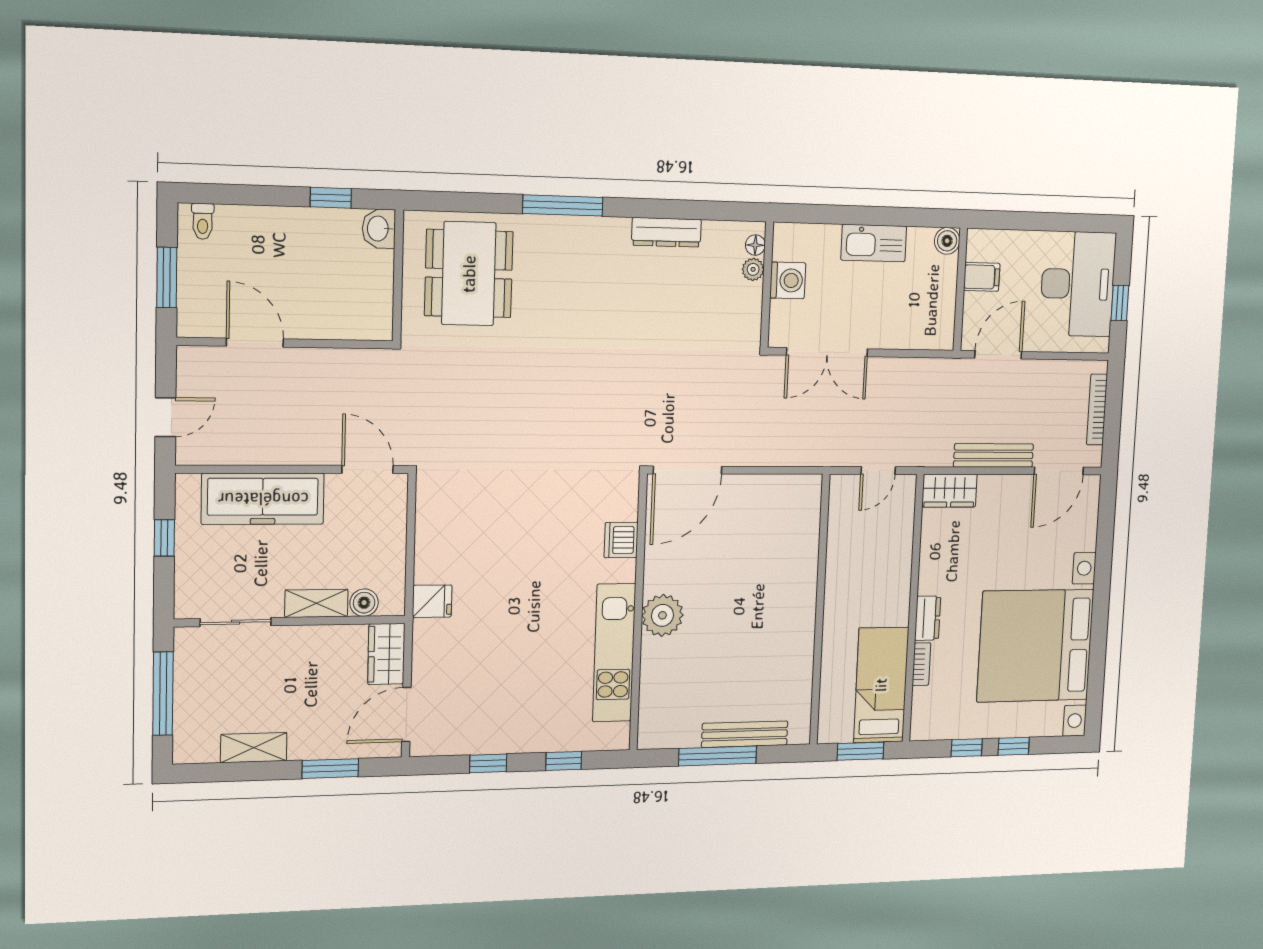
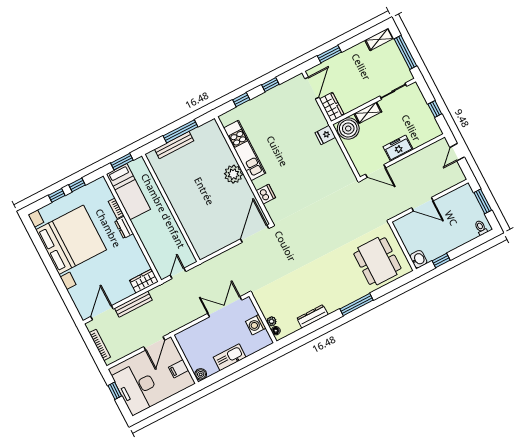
door: (255, 343) -> (422, 204), moved
freezer: (263, 499) -> (398, 148), width x0.52, depth x0.79
boiler: (364, 603) -> (348, 128), width x1.86, depth x1.86
shelving: (254, 748) -> (379, 39), moved

